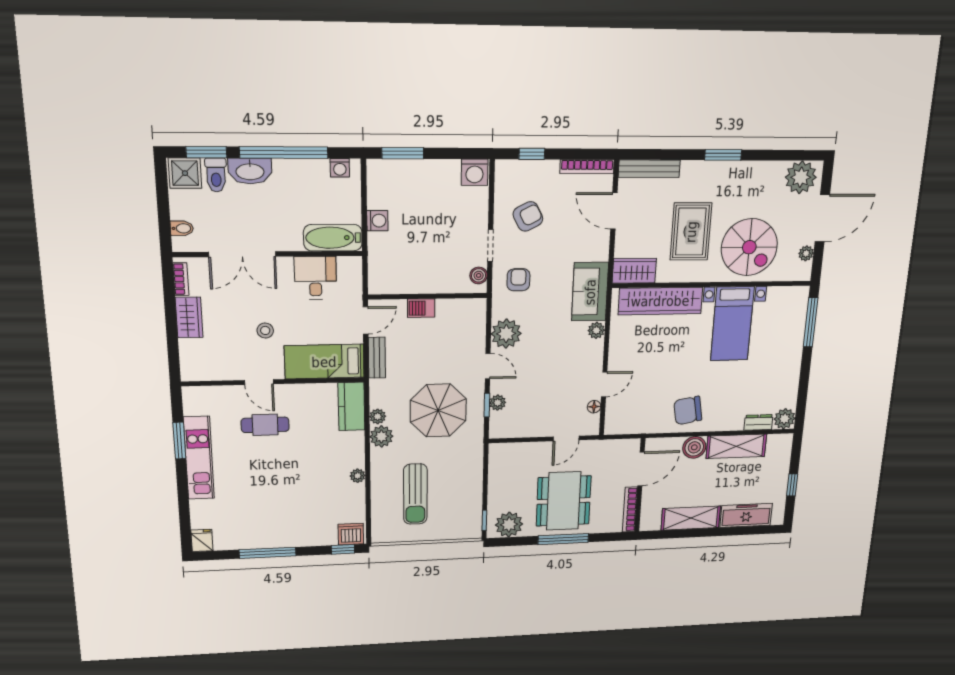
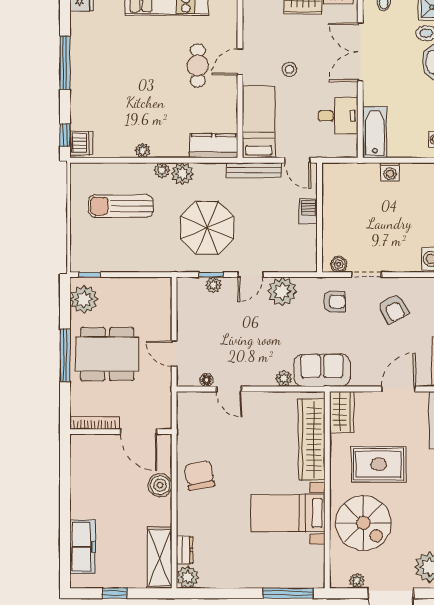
spiral stairs: (749, 247) -> (363, 523), turned -90
bench: (377, 358) -> (254, 170), width x1.36
plant: (378, 416) -> (162, 170), moved
shelving: (736, 446) -> (160, 558), moved
shelving: (691, 518) -> (82, 488), removed

